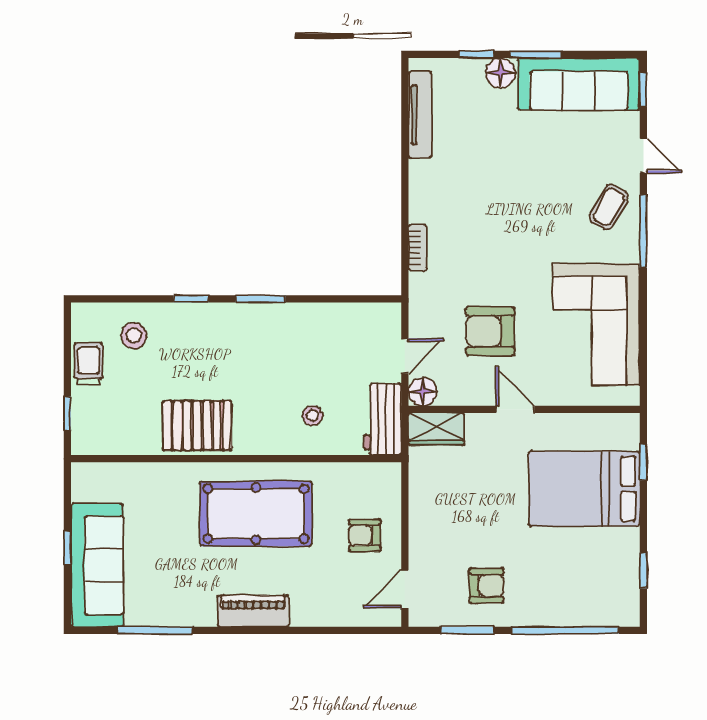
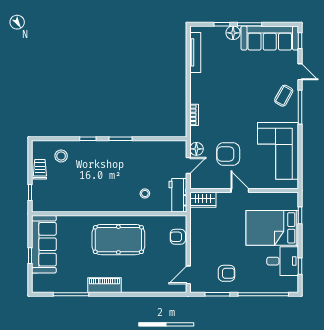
floor lamp: (422, 392) -> (196, 149), moved
pallet: (197, 426) -> (91, 198), removed
armchair: (365, 535) -> (178, 237), moved
desk: (606, 560) -> (283, 261), added
sofa: (97, 565) -> (44, 244), moved
piano: (253, 611) -> (104, 285), moved

